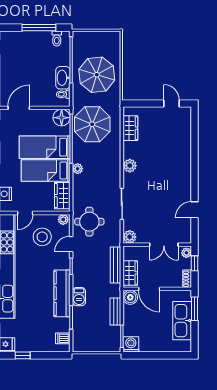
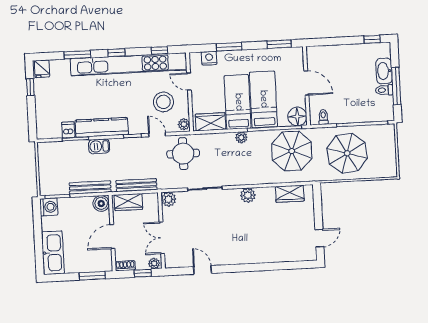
toilet: (57, 38) -> (384, 90), moved
washbasin: (63, 78) -> (384, 71), moved, turned -90
door: (19, 108) -> (306, 83), moved
door: (149, 289) -> (112, 237), moved
bench: (115, 311) -> (90, 187), width x1.36
kitchen sink: (182, 321) -> (53, 253), moved, turned 90
dishwasher: (63, 338) -> (68, 130), moved

